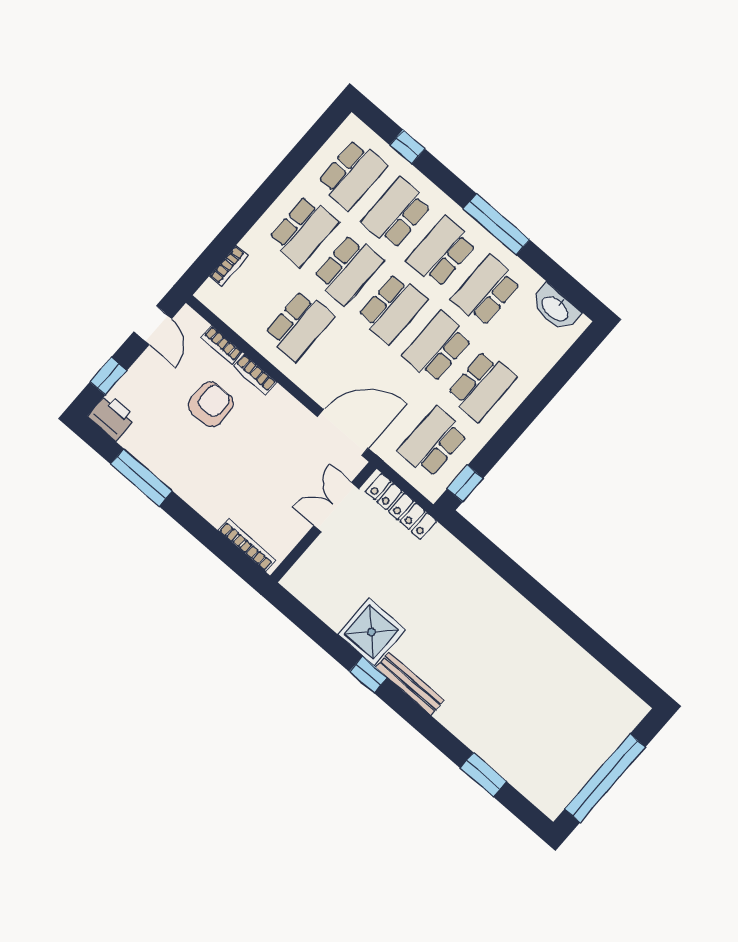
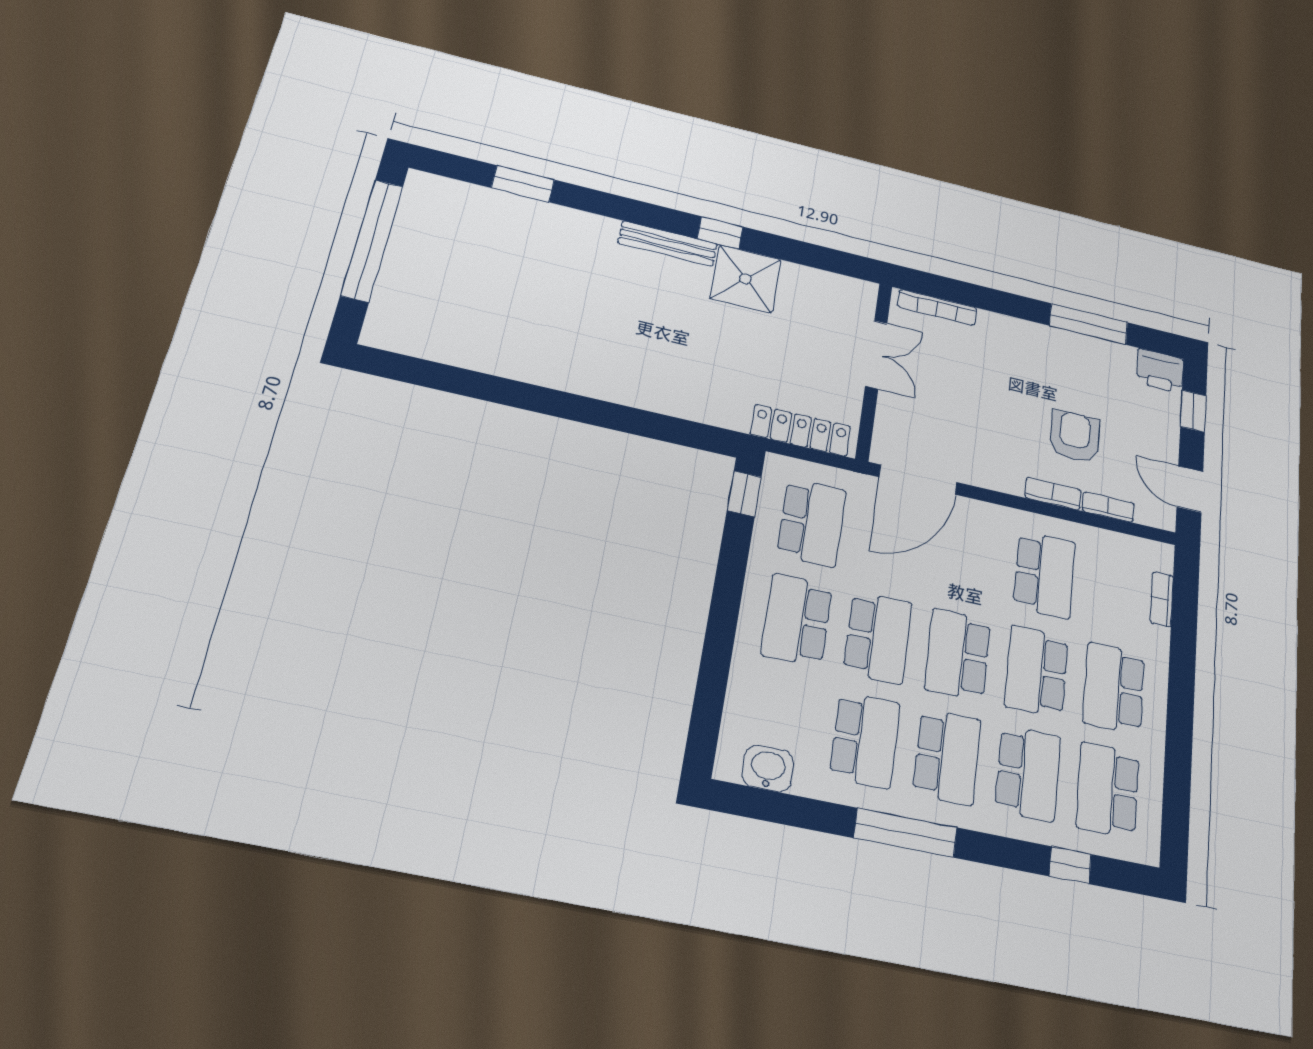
washbasin: (555, 308) -> (768, 768), width x0.72
school desk: (299, 326) -> (1044, 575), turned 180
armchair: (211, 404) -> (1075, 437), turned 180
double door: (336, 507) -> (876, 355), moved

